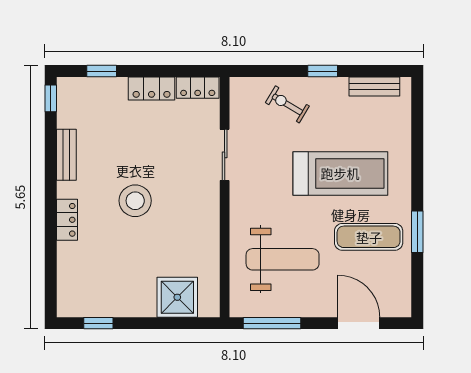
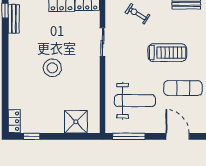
bench: (66, 155) -> (14, 19), moved
treadmill: (340, 173) -> (167, 53), width x0.73, depth x0.73
locker: (67, 220) -> (14, 121), moved

